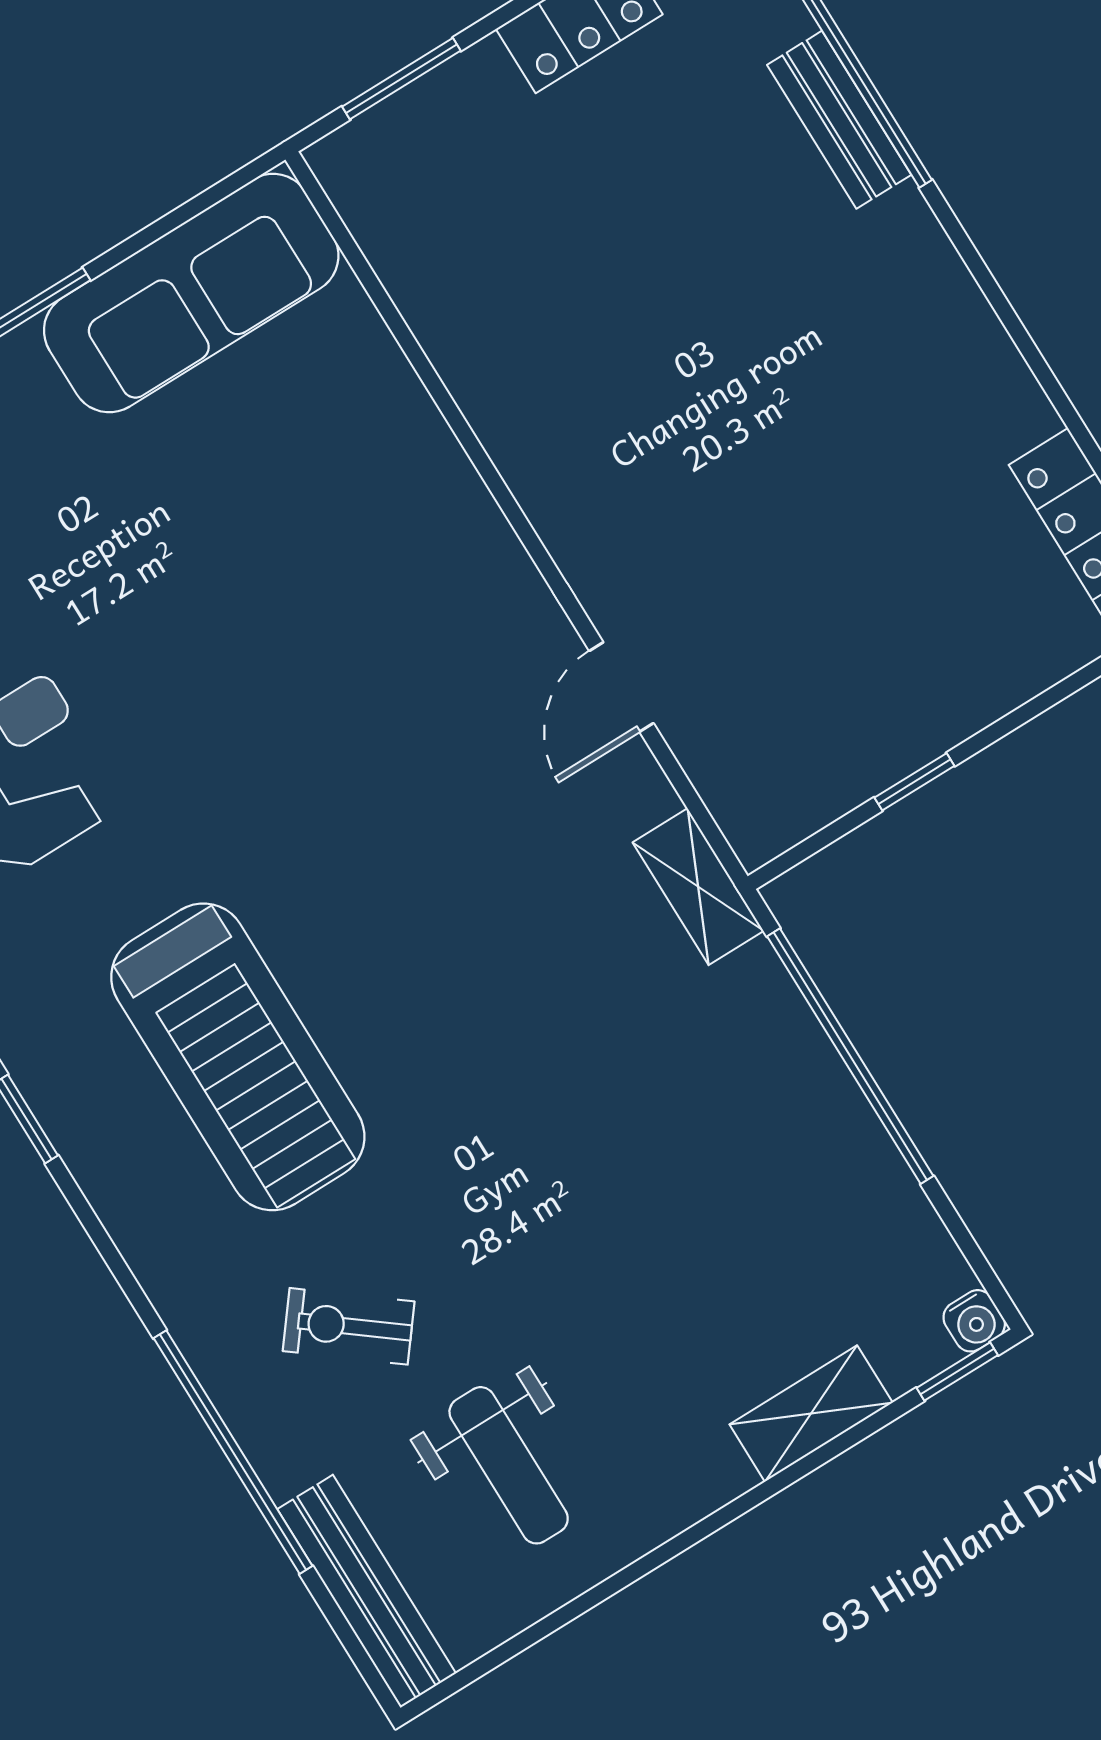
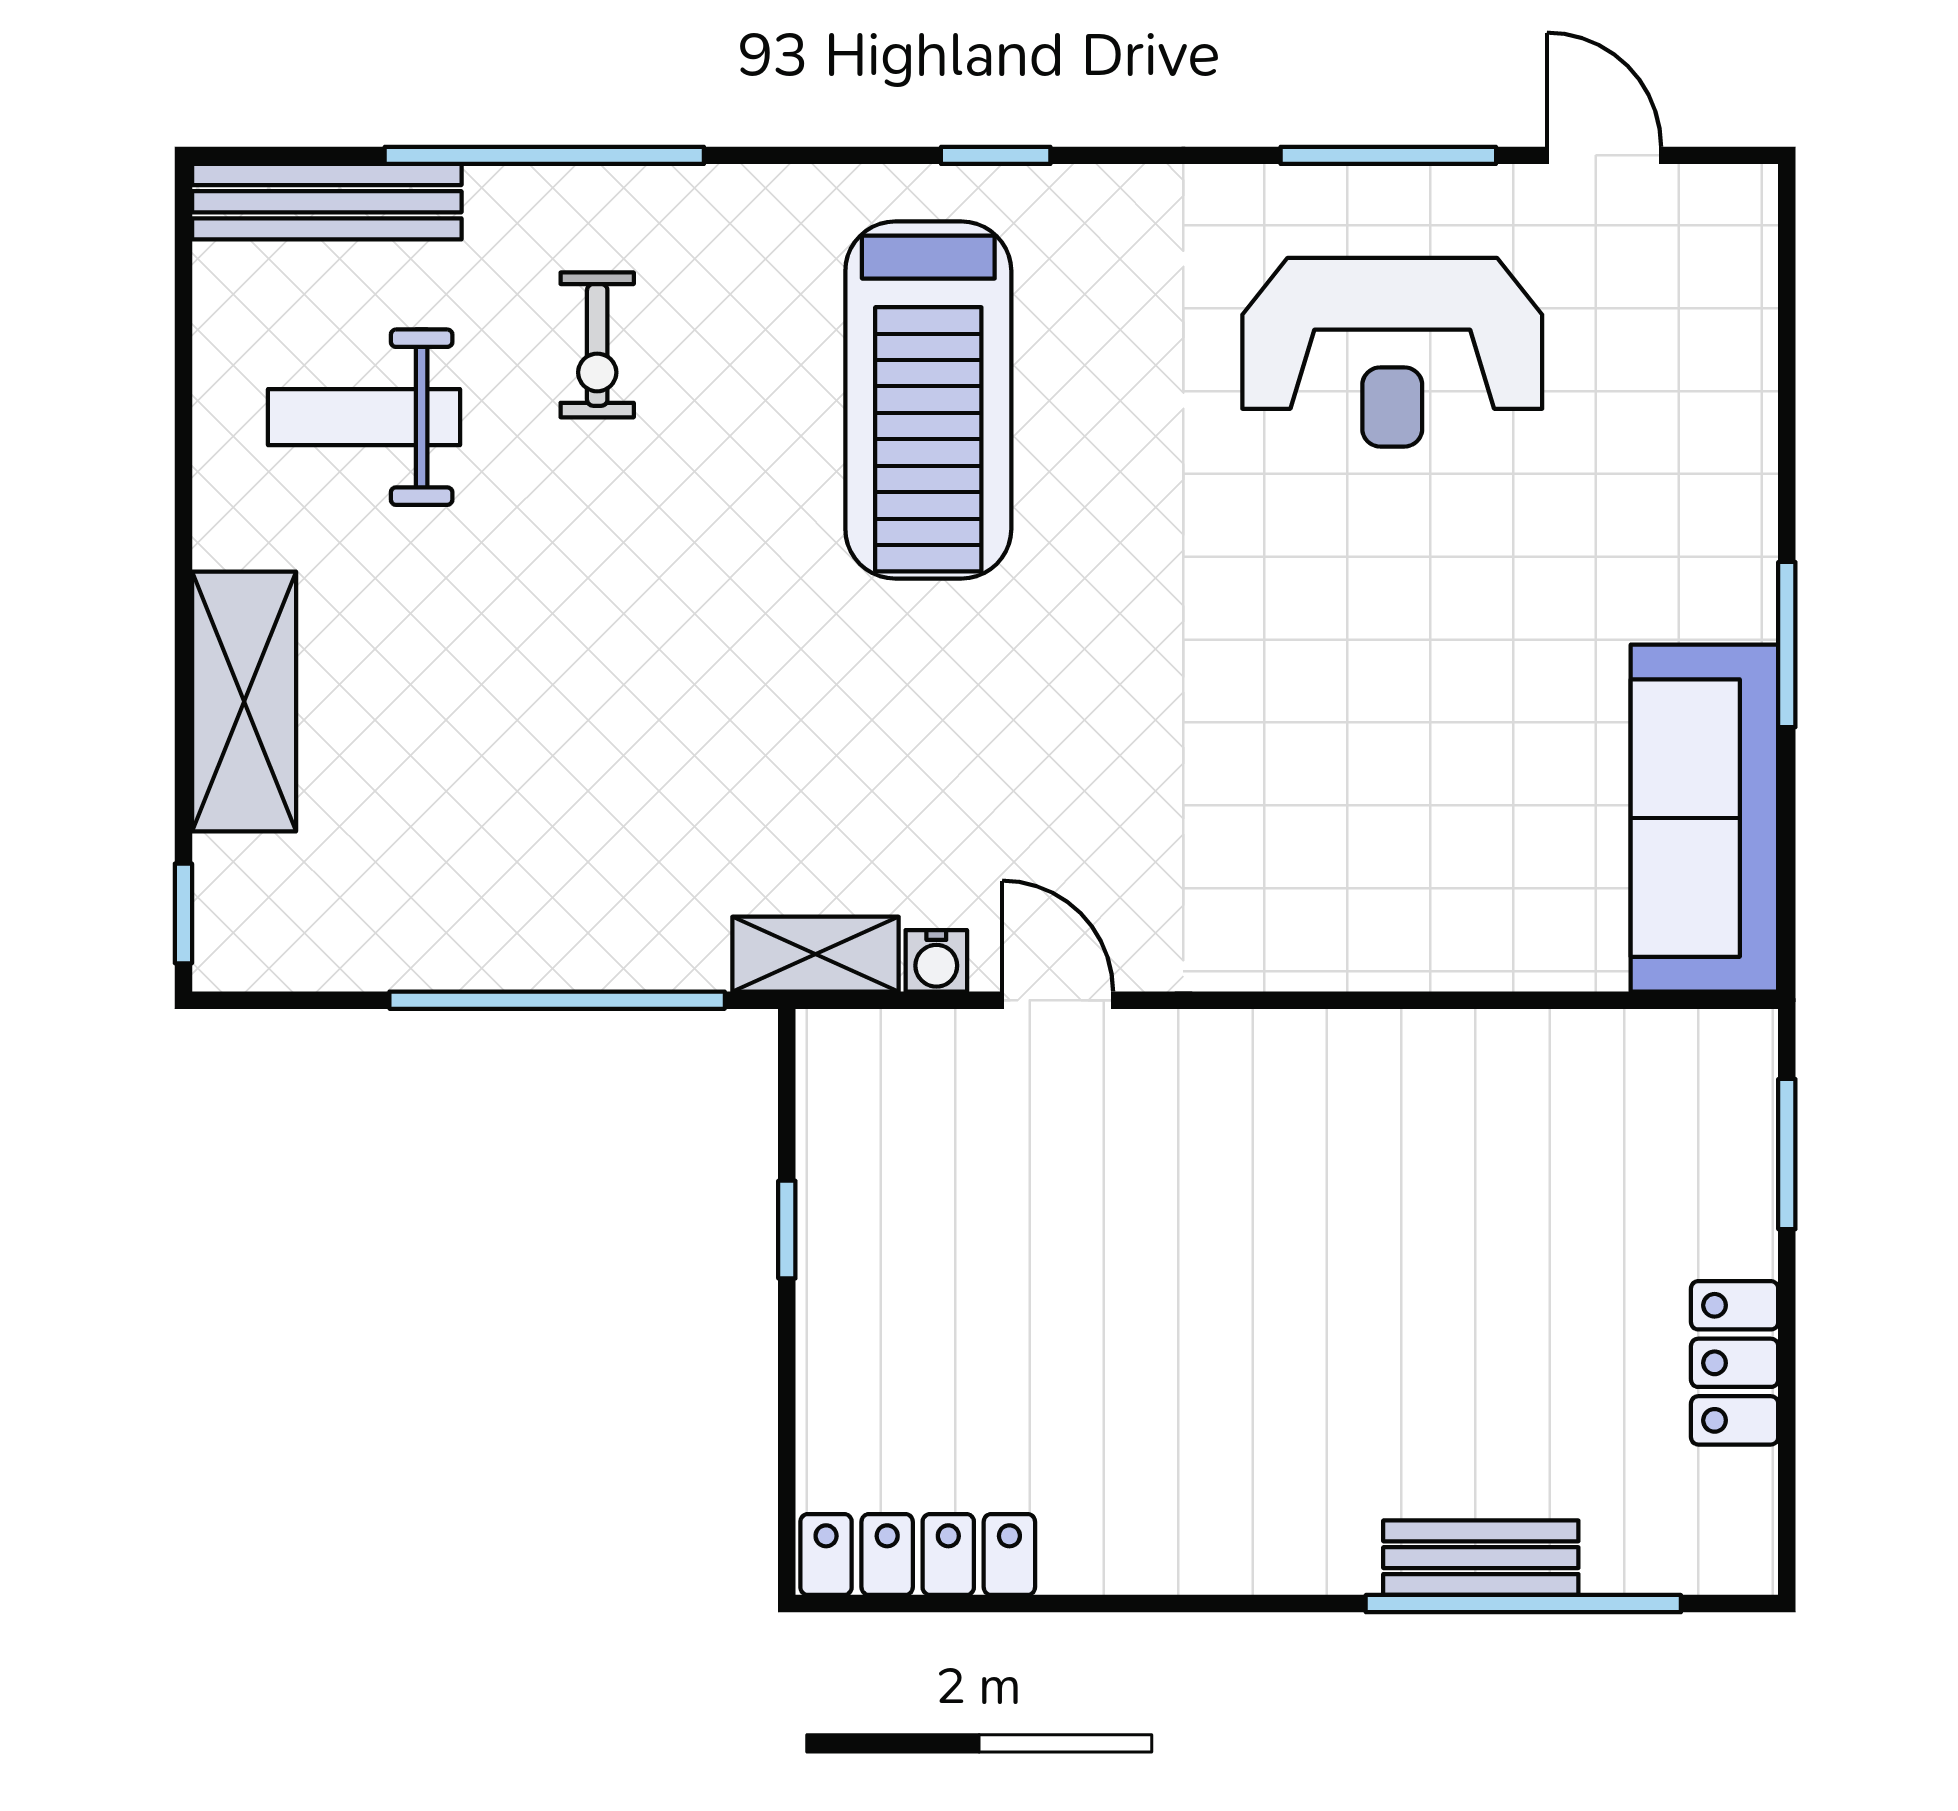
treadmill: (238, 1057) -> (928, 400), turned -90
water cooler: (974, 1321) -> (936, 961), moved, turned -90
exercise bike: (349, 1326) -> (597, 345), turned 142
shelving: (811, 1414) -> (244, 701), width x1.50, depth x1.33

